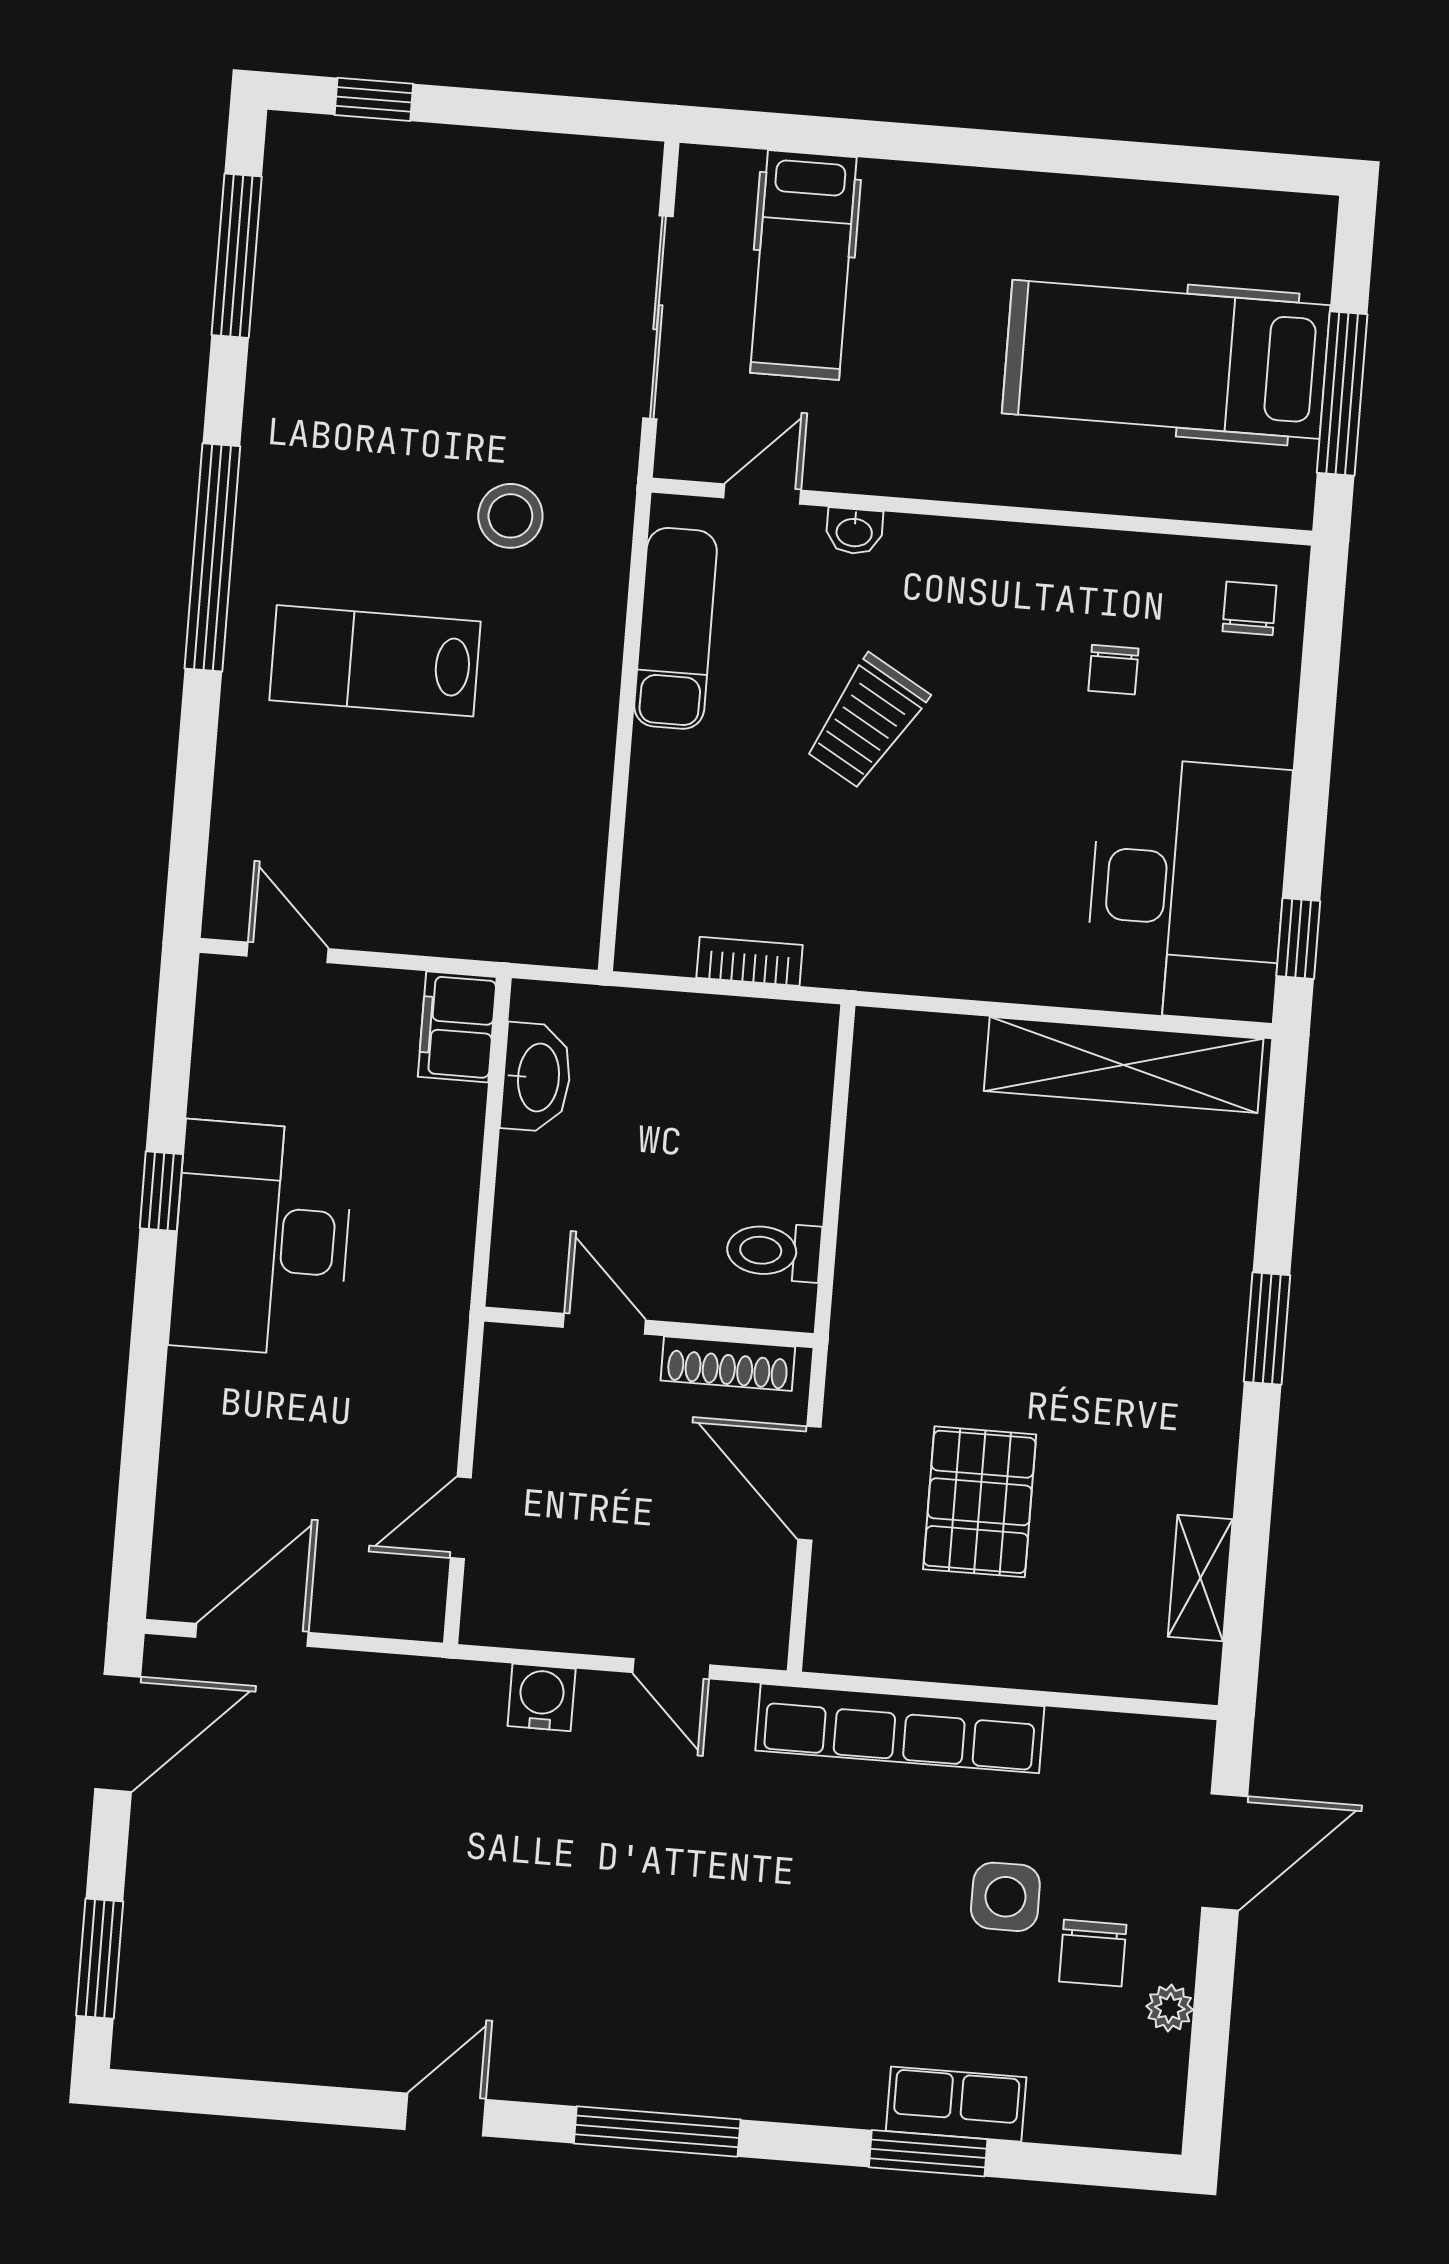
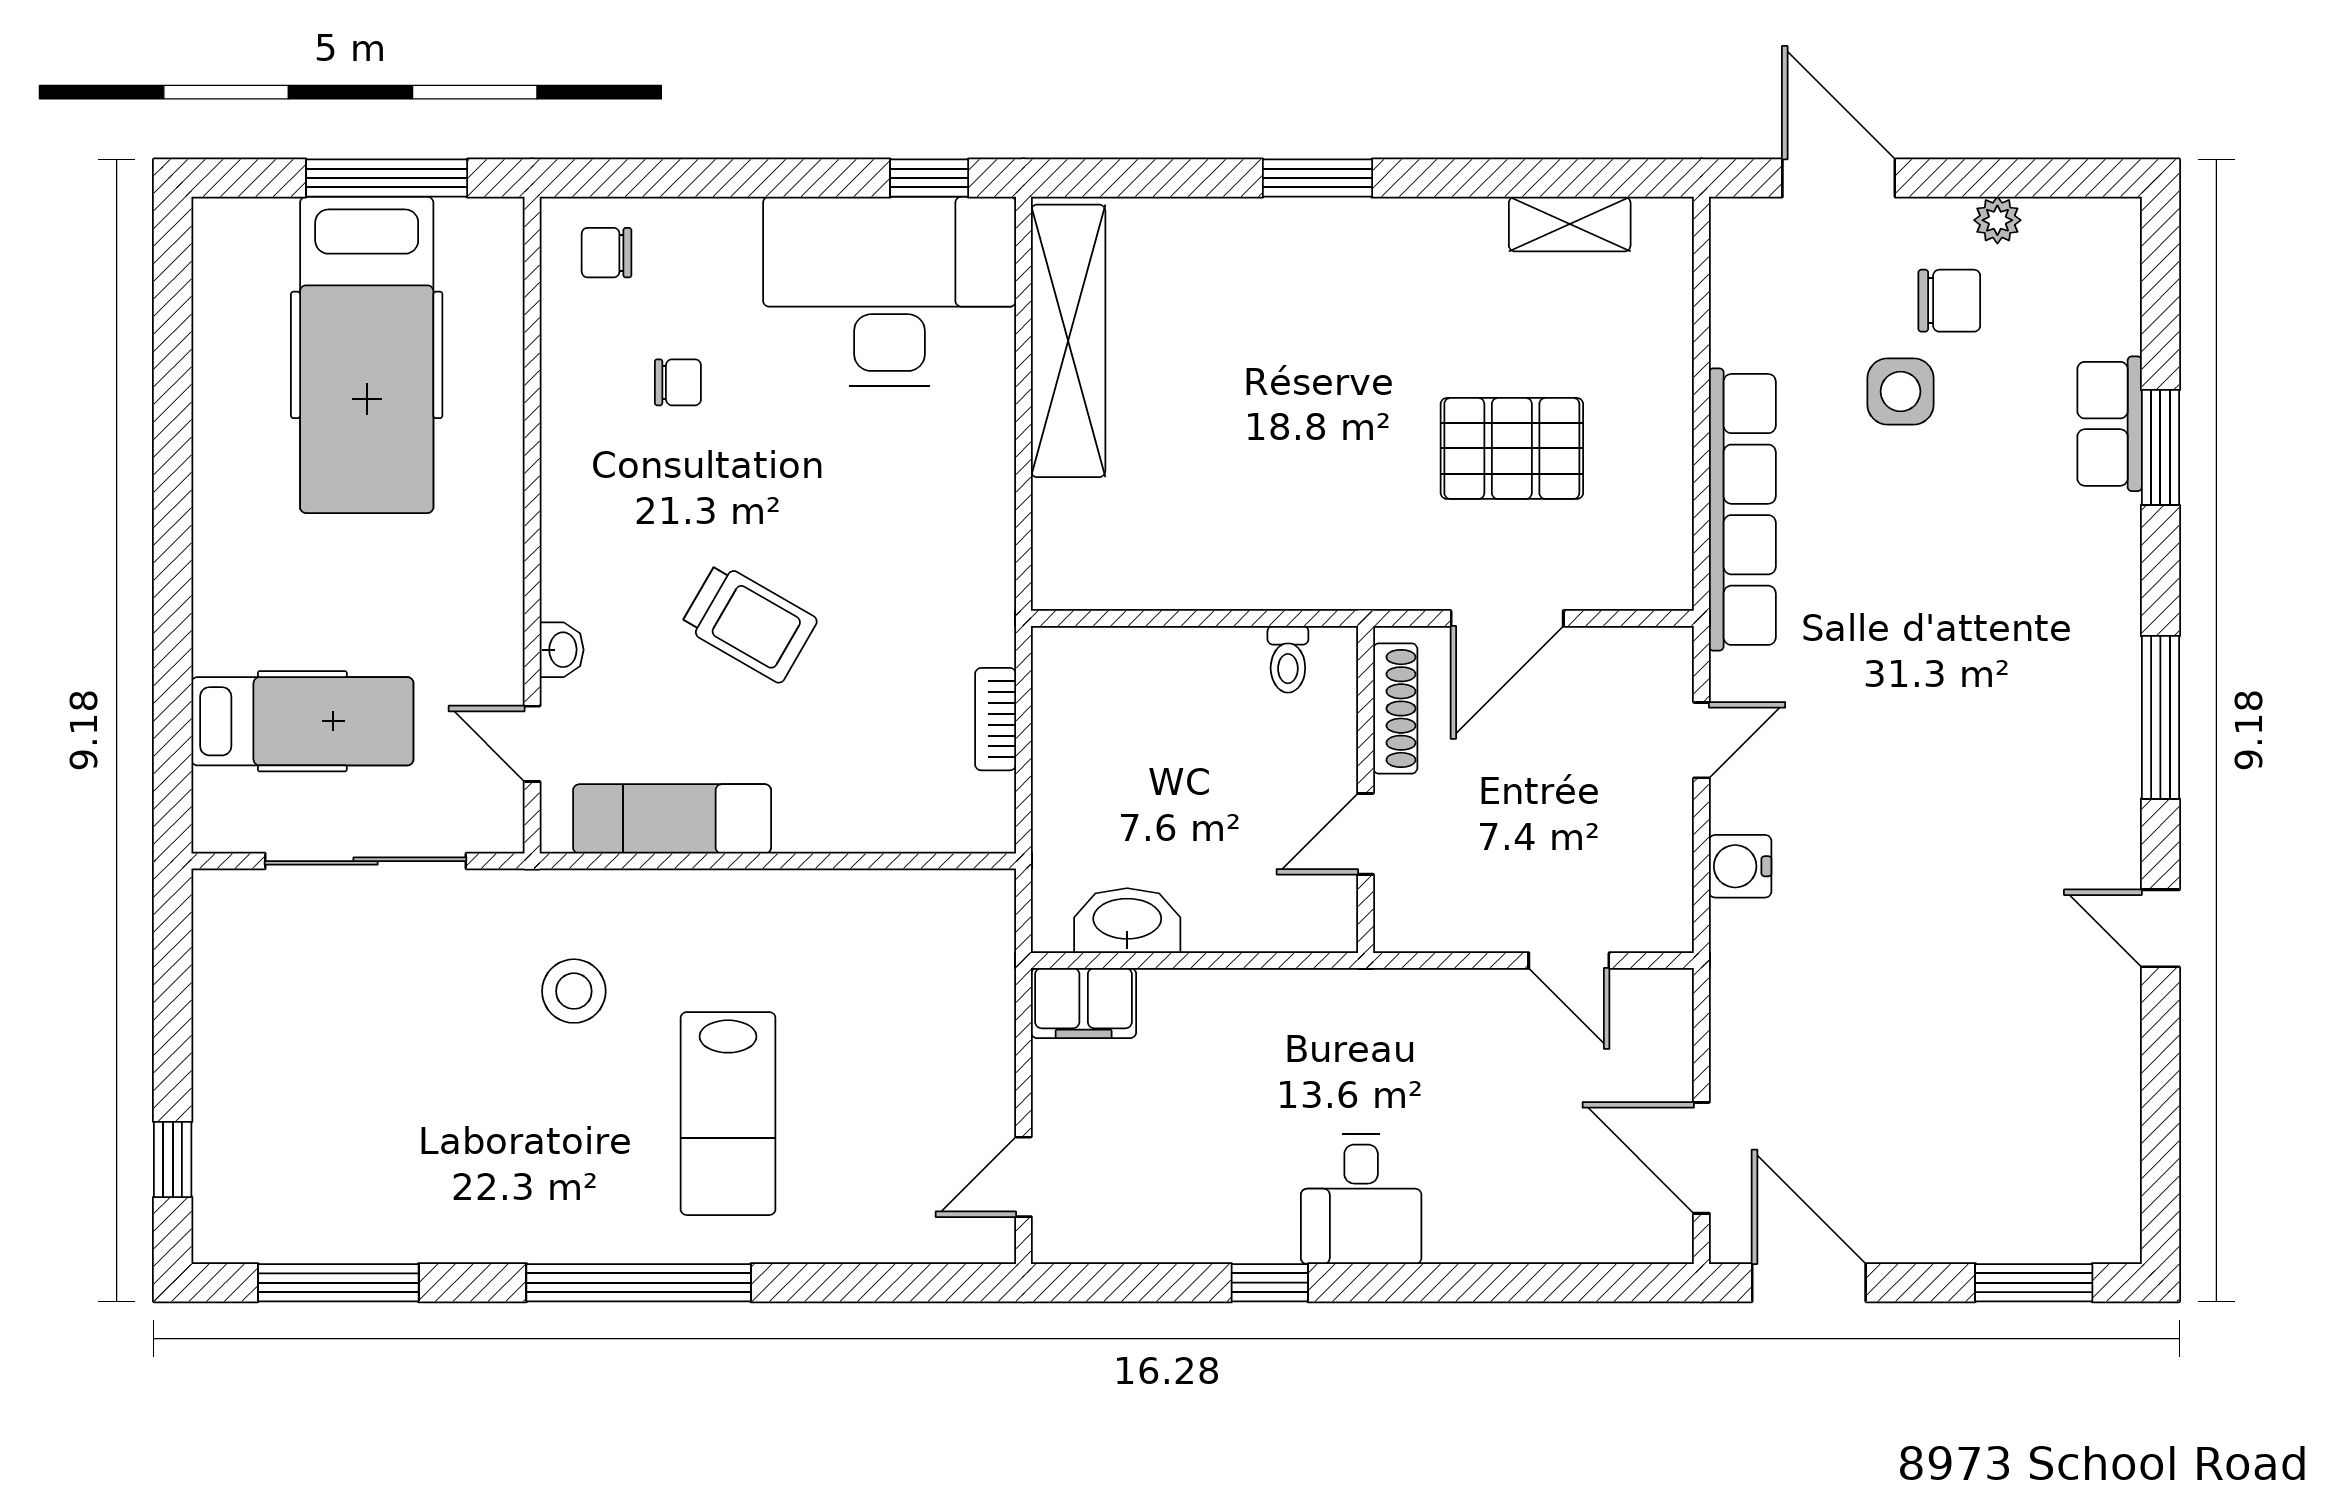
desk: (262, 1239) -> (1361, 1199), width x0.53, depth x0.77
toilet: (774, 1251) -> (1288, 659), width x0.73, depth x0.72

